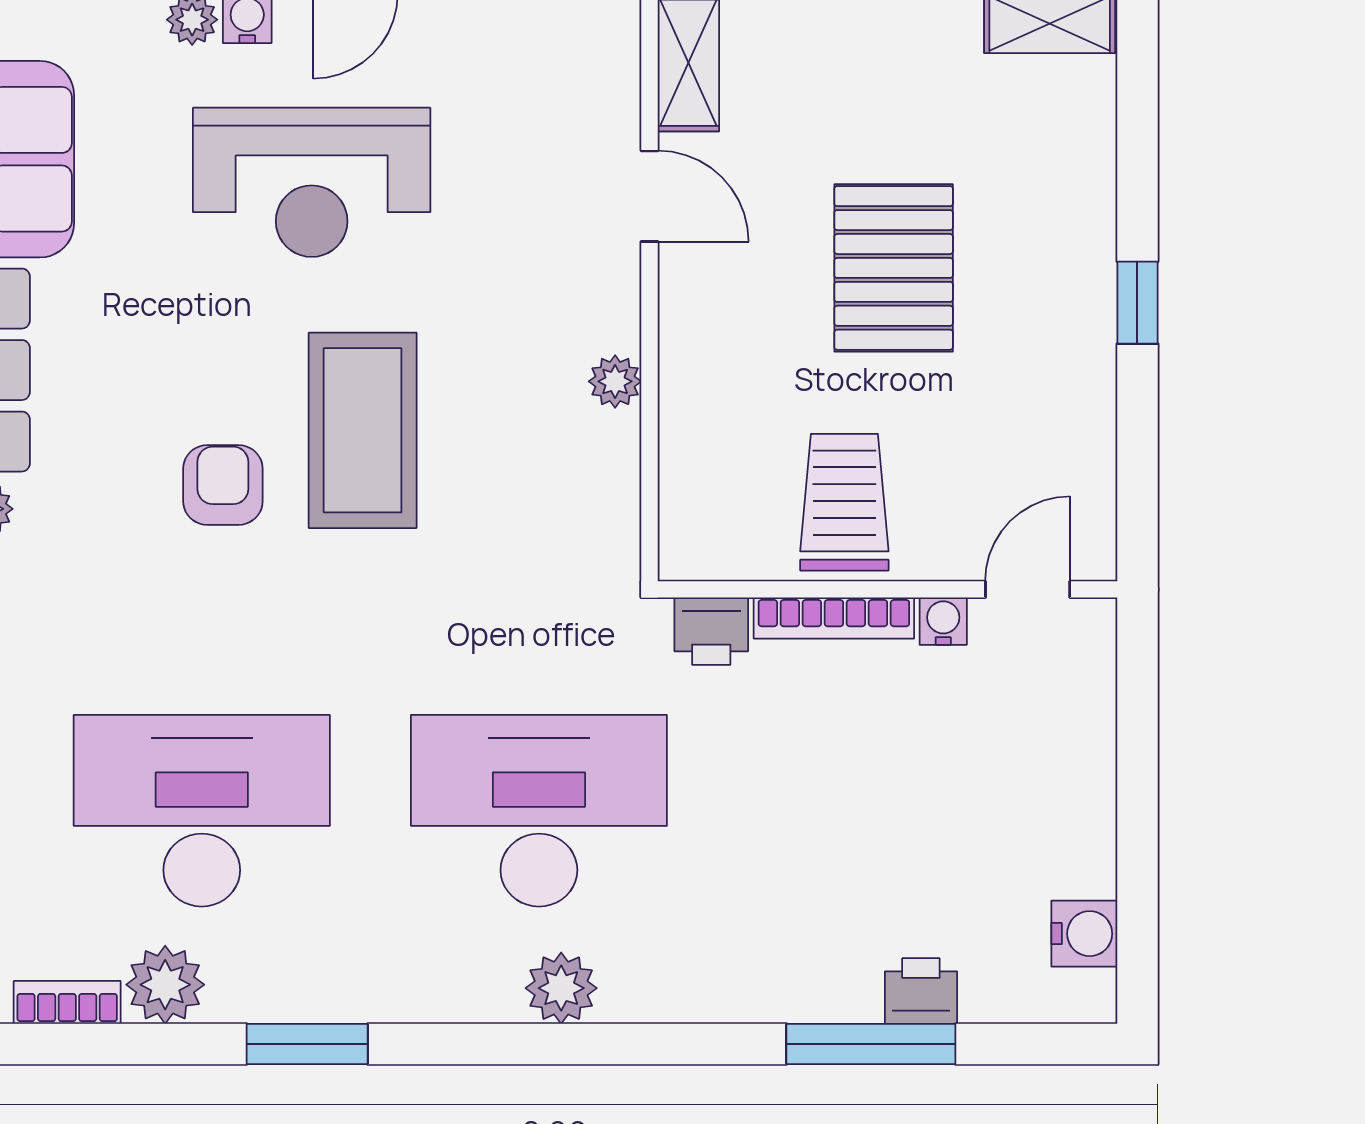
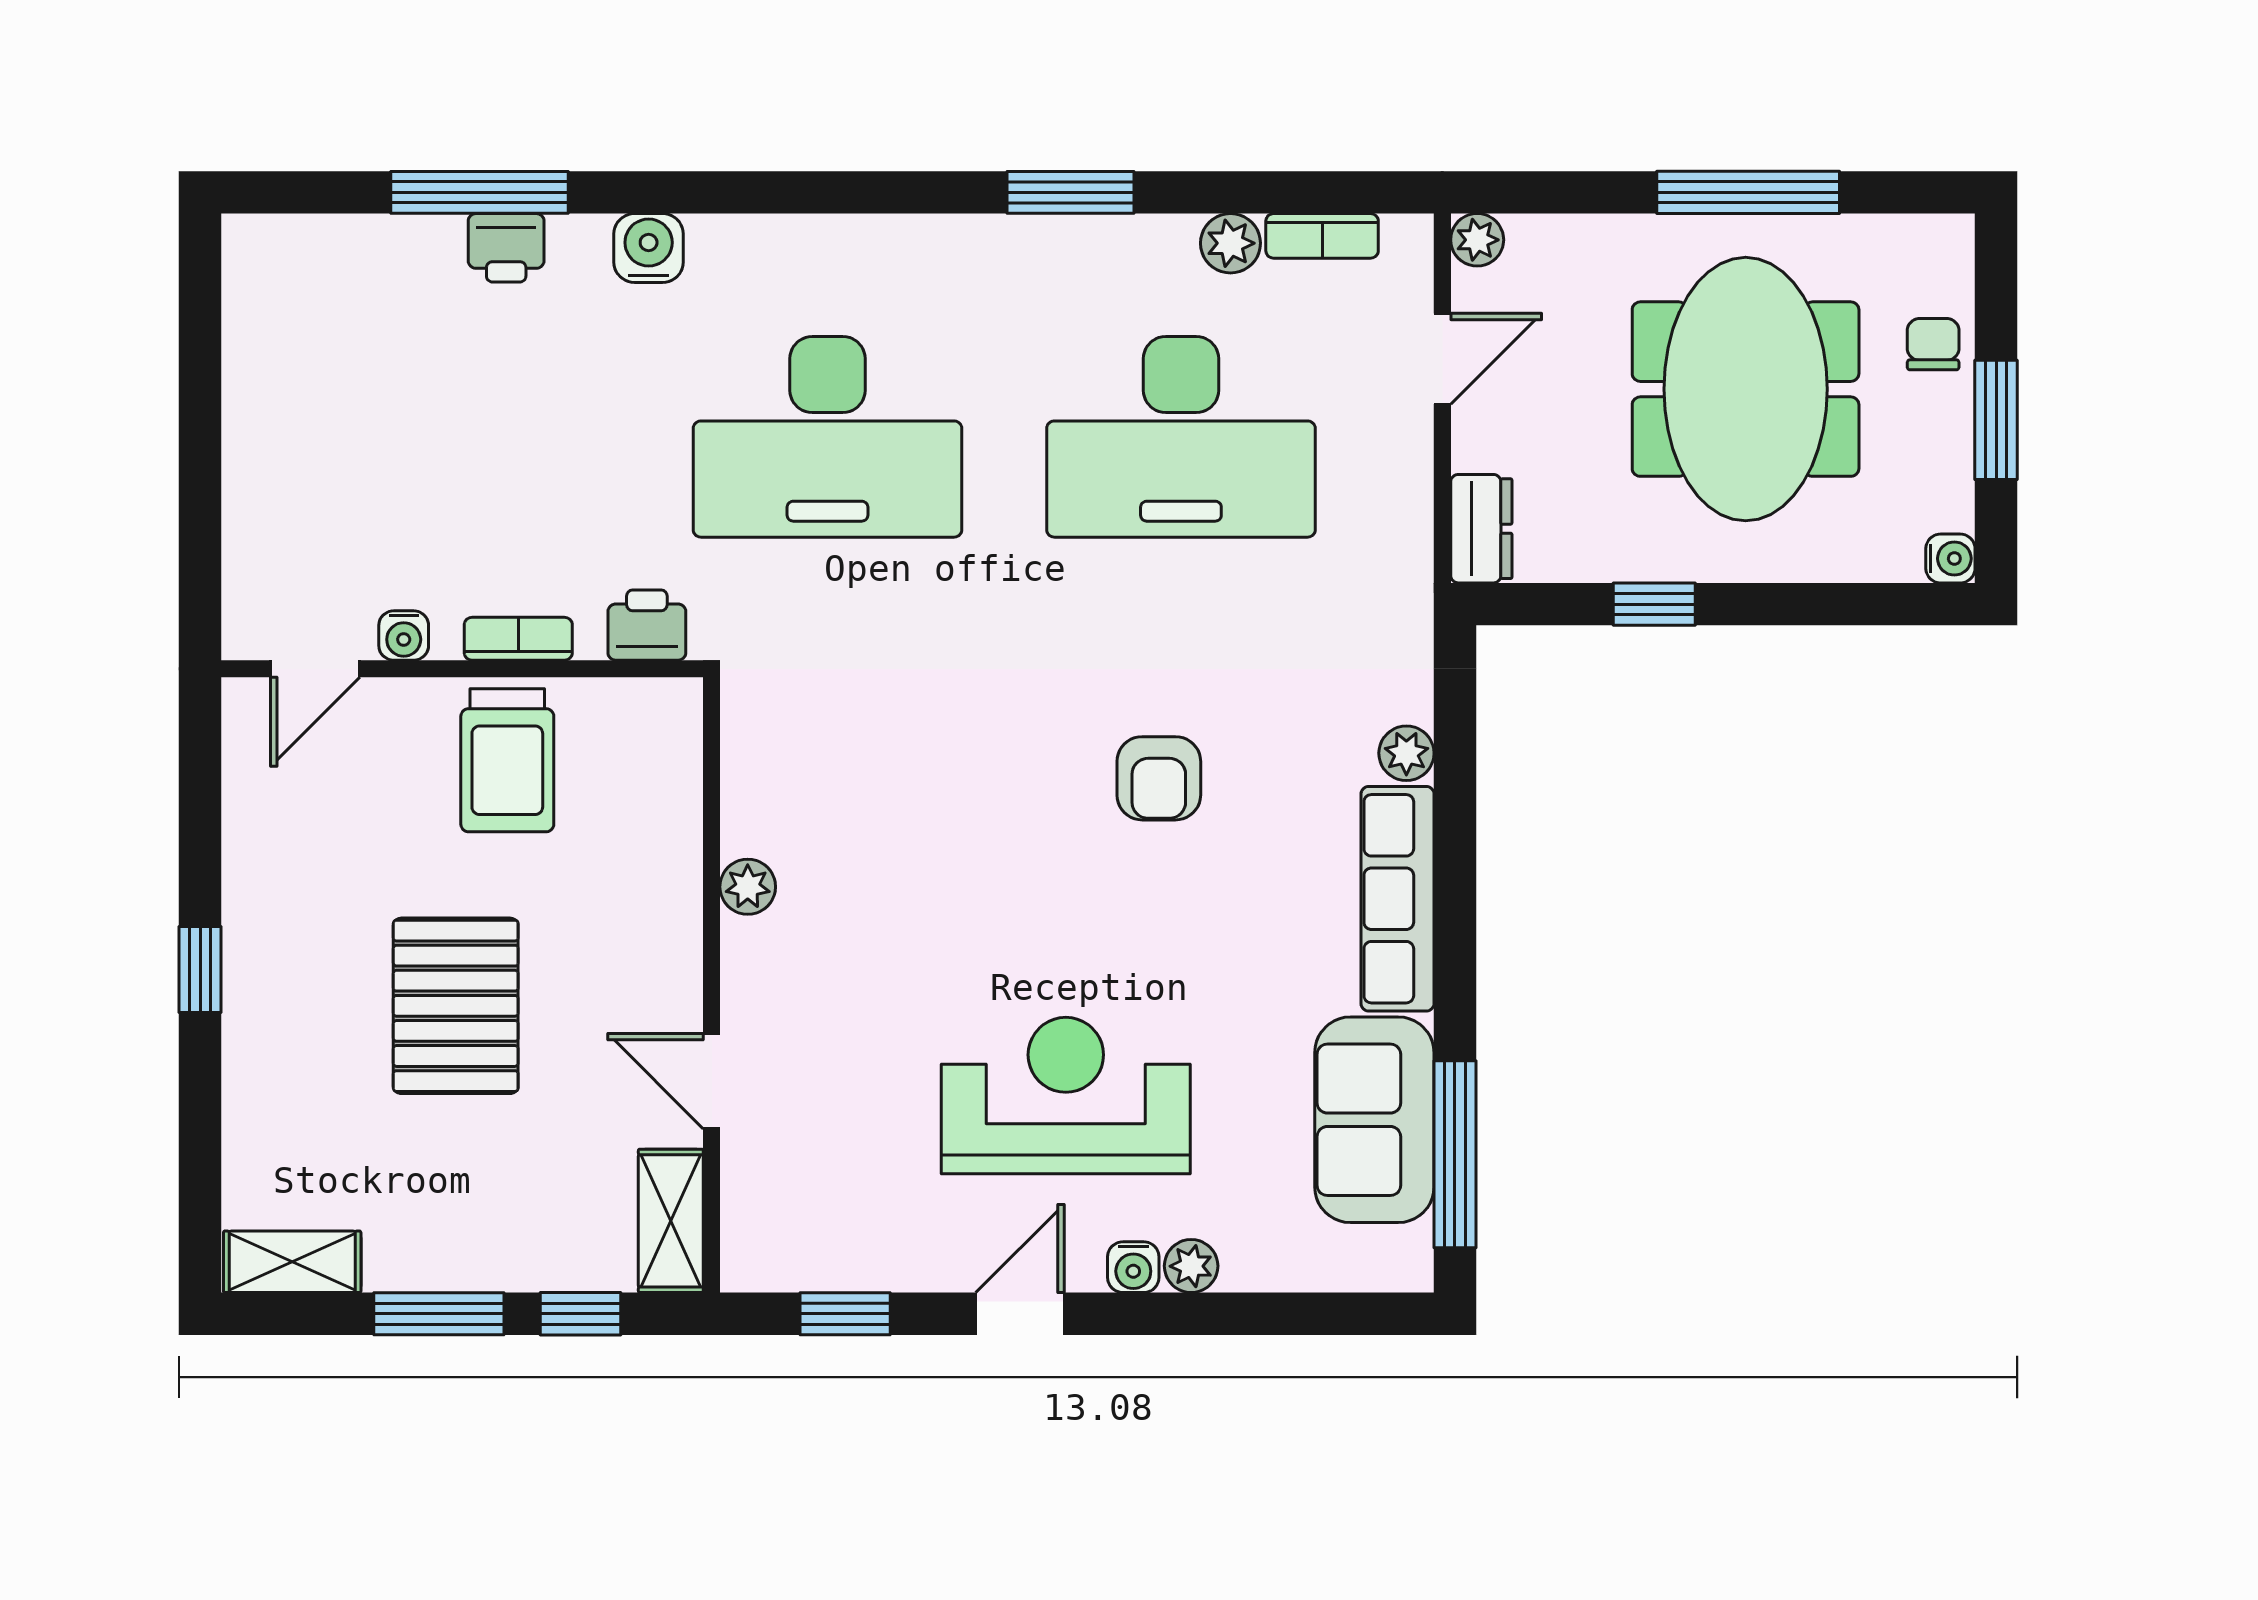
coffee table: (363, 430) -> (1012, 836), removed
bookcase: (834, 618) -> (518, 639), width x0.64
water cooler: (1084, 934) -> (649, 248), moved, turned 90
plant: (165, 985) -> (1230, 243), width x0.73, depth x0.73
plant: (561, 988) -> (804, 251), removed
printer: (921, 991) -> (506, 248), moved

